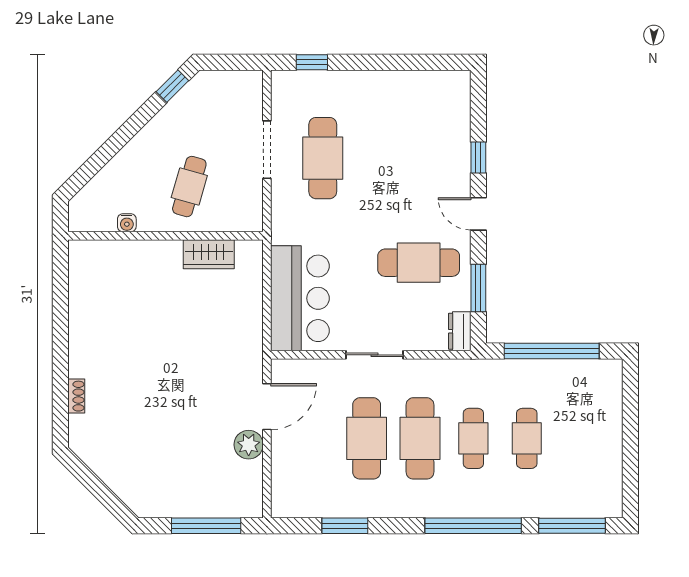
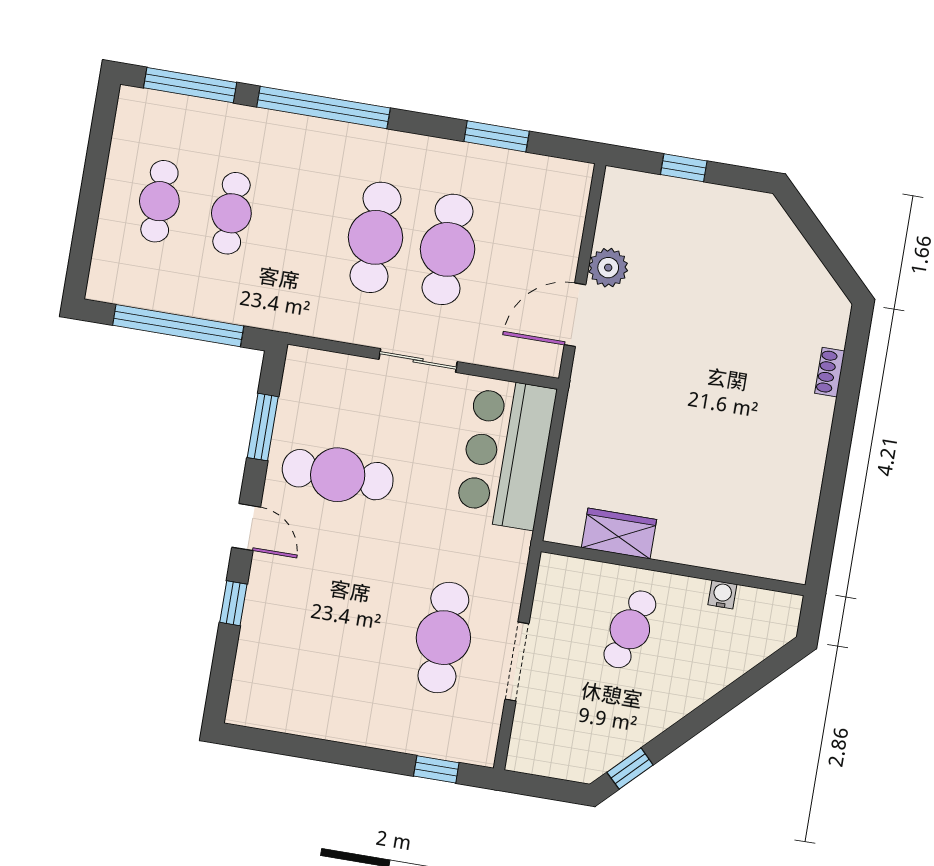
dresser: (460, 331) -> (298, 373), removed
cafe table: (473, 438) -> (159, 201), moved
window: (206, 526) -> (684, 168), width x0.46

